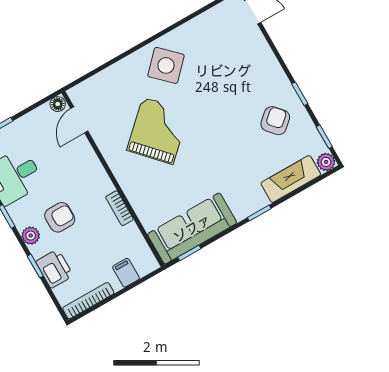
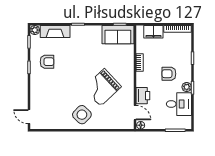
door: (79, 120) -> (135, 113), hinge flipped
armchair: (275, 121) -> (47, 62), turned -138
sofa: (192, 228) -> (118, 35), width x0.73
plant: (31, 236) -> (187, 87), moved
printer: (54, 269) -> (143, 96), moved, turned 180
filing cabinet: (126, 273) -> (153, 32), width x2.00

